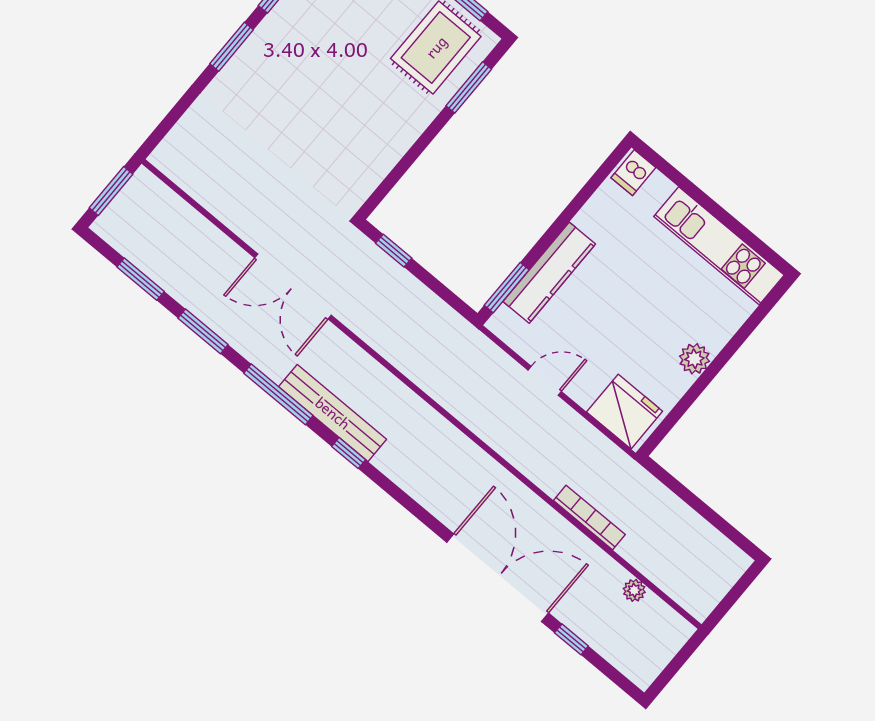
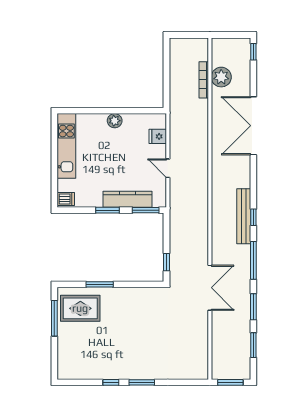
window: (469, 87) -> (100, 284), moved
window: (559, 225) -> (107, 210), added
fridge: (625, 412) -> (158, 136), width x0.53, depth x0.75
bench: (333, 413) -> (244, 216), moved
bookcase: (589, 517) -> (204, 80), moved
plant: (634, 590) -> (221, 77), width x1.87, depth x1.87
window: (571, 639) -> (253, 52), moved

